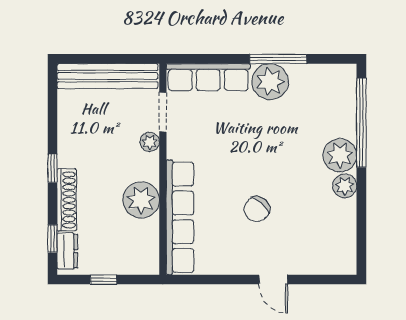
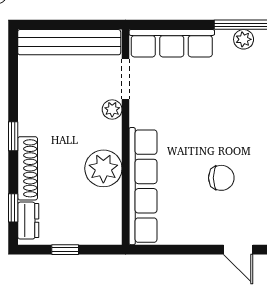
plant: (270, 82) -> (244, 39), width x0.53, depth x0.53
chair: (257, 209) -> (221, 178), turned -131

